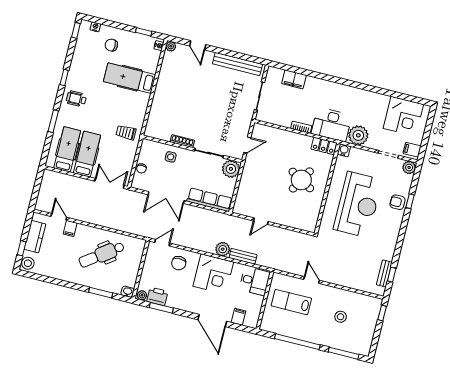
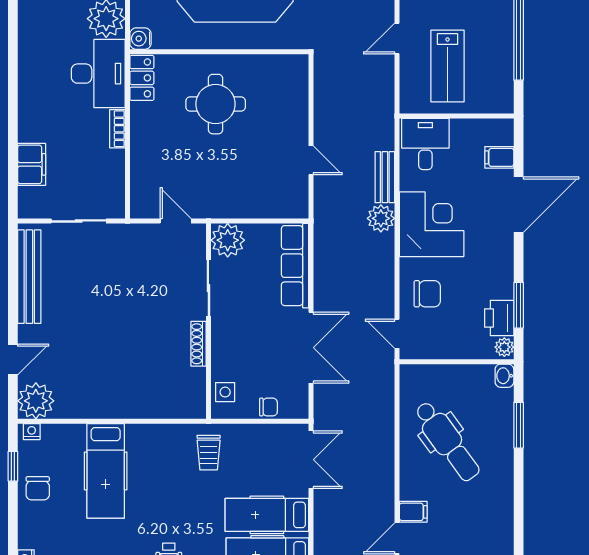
chair: (111, 45) -> (38, 488), moved
plant: (171, 46) -> (36, 401), width x1.88, depth x1.88
side table: (171, 157) -> (225, 392), moved
round table: (301, 180) -> (216, 104), turned -30
double door: (109, 183) -> (311, 460), swing flipped

